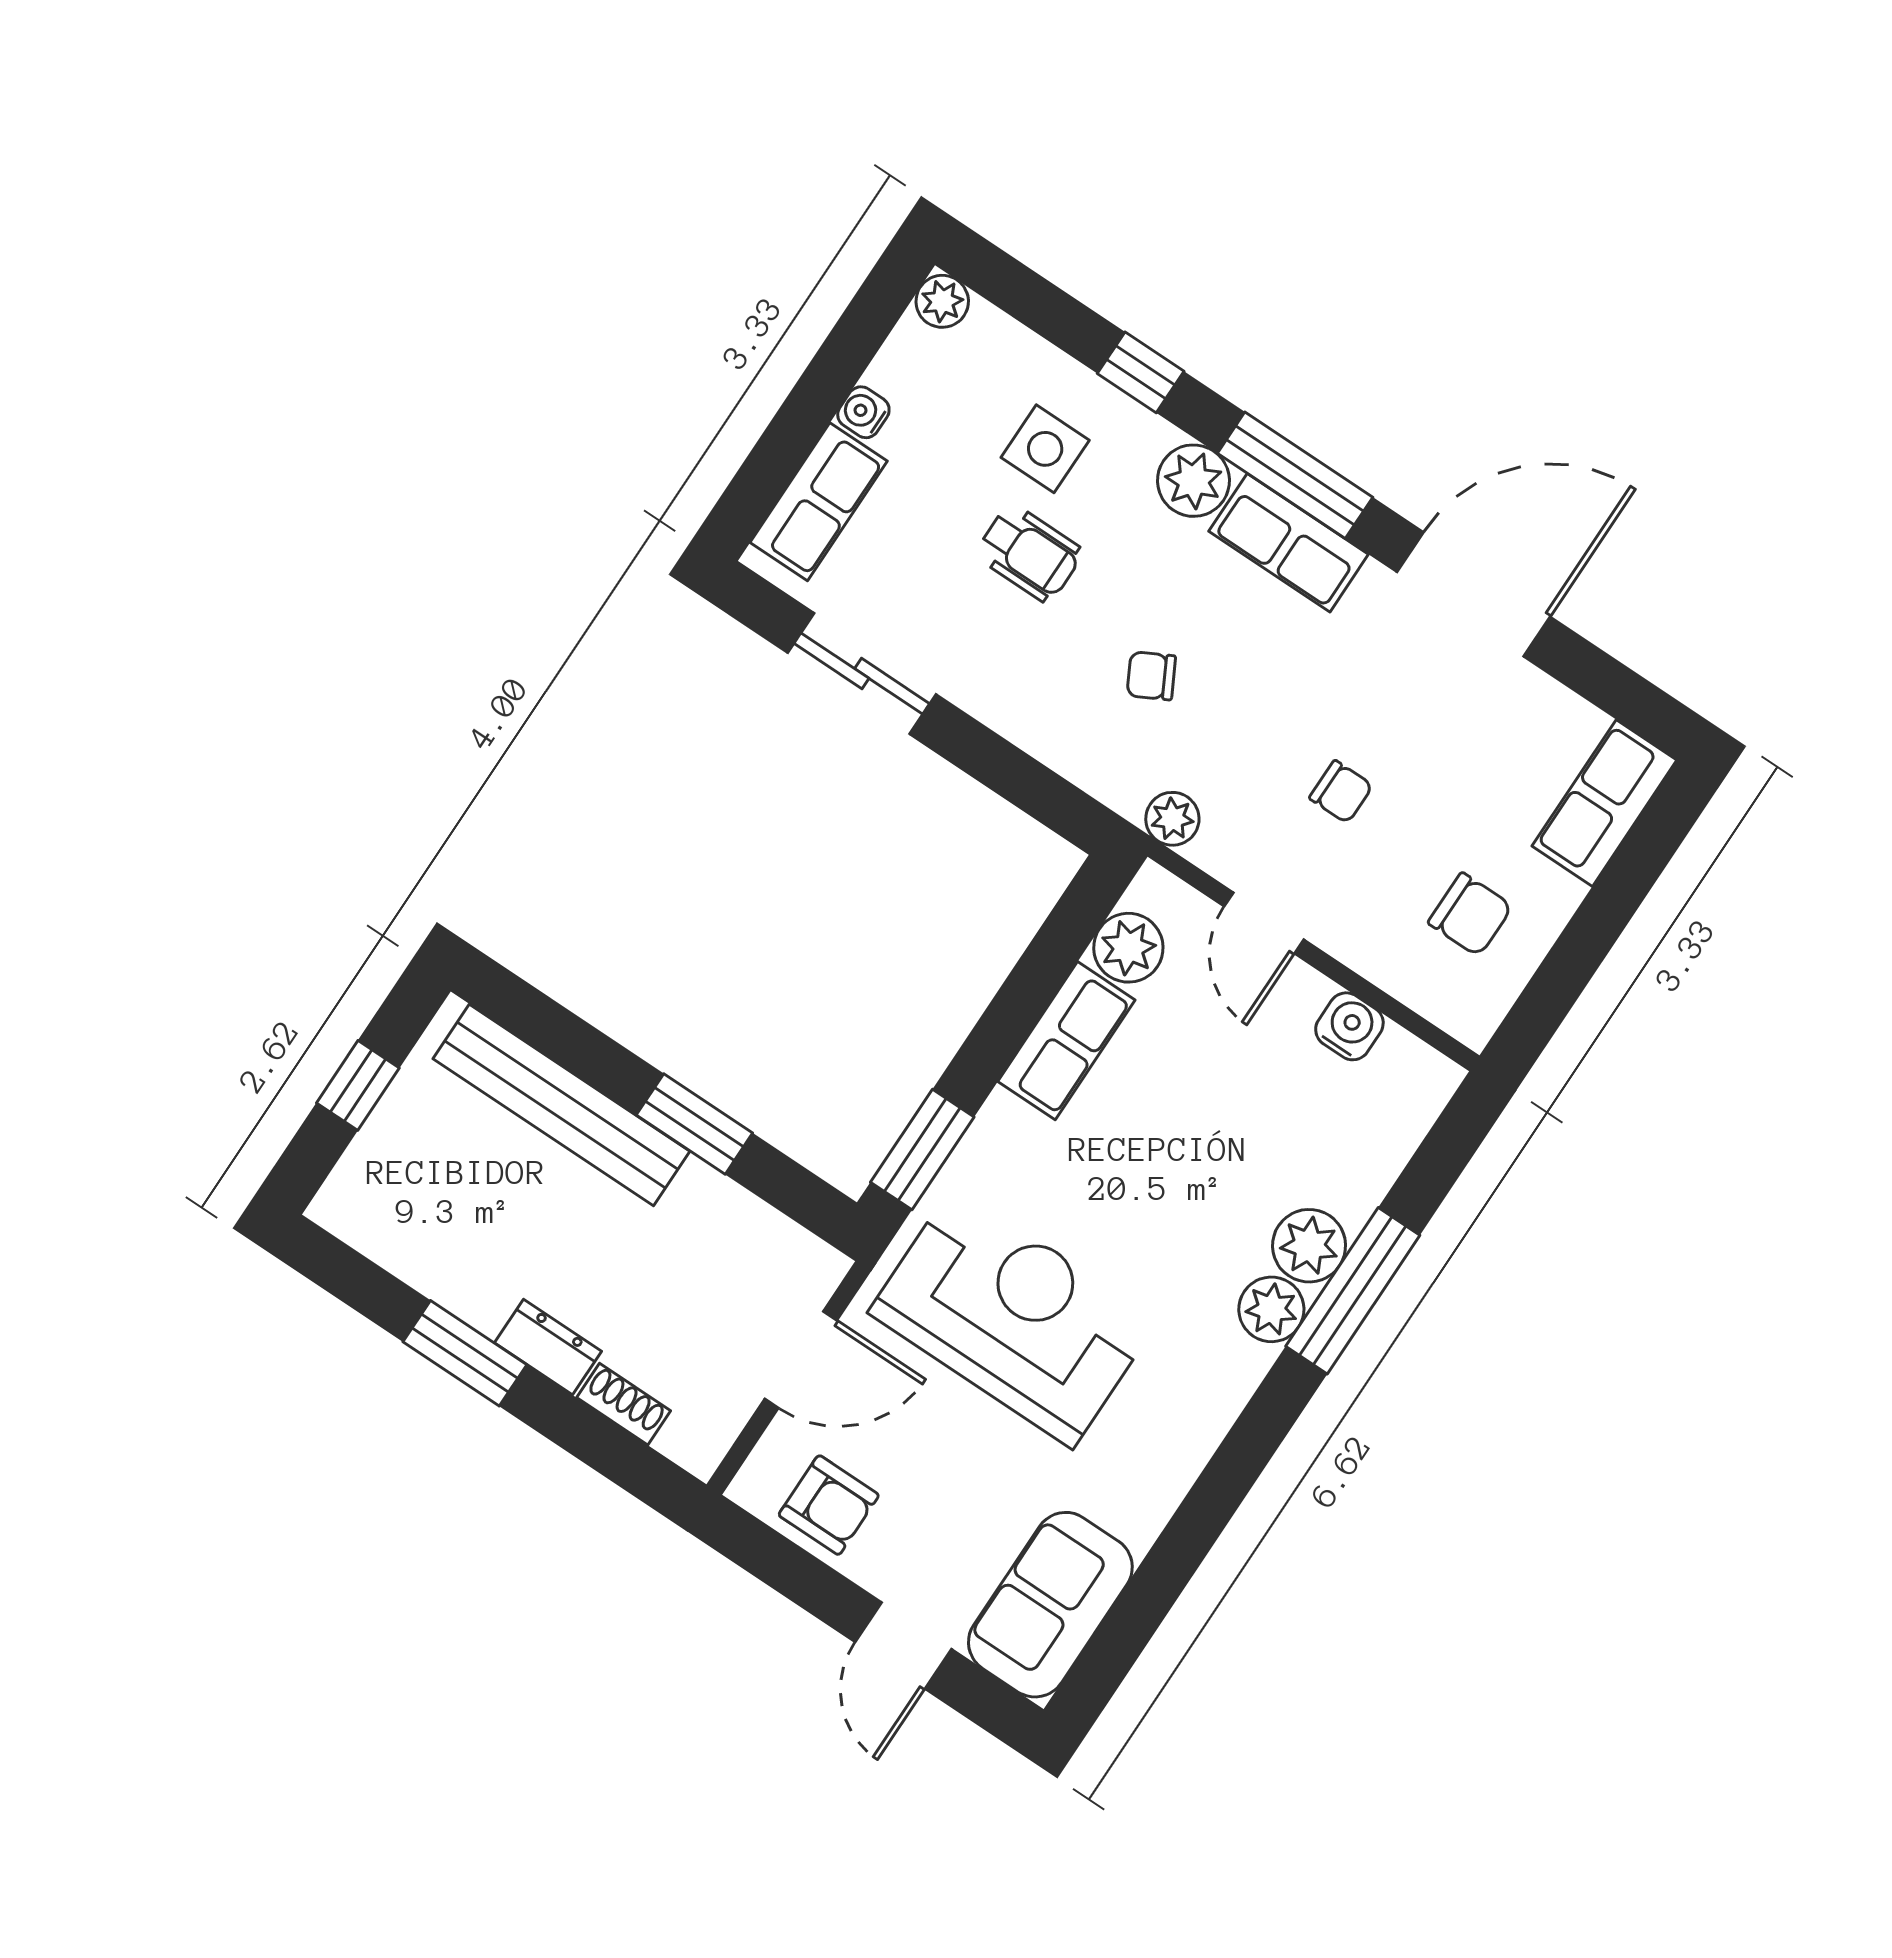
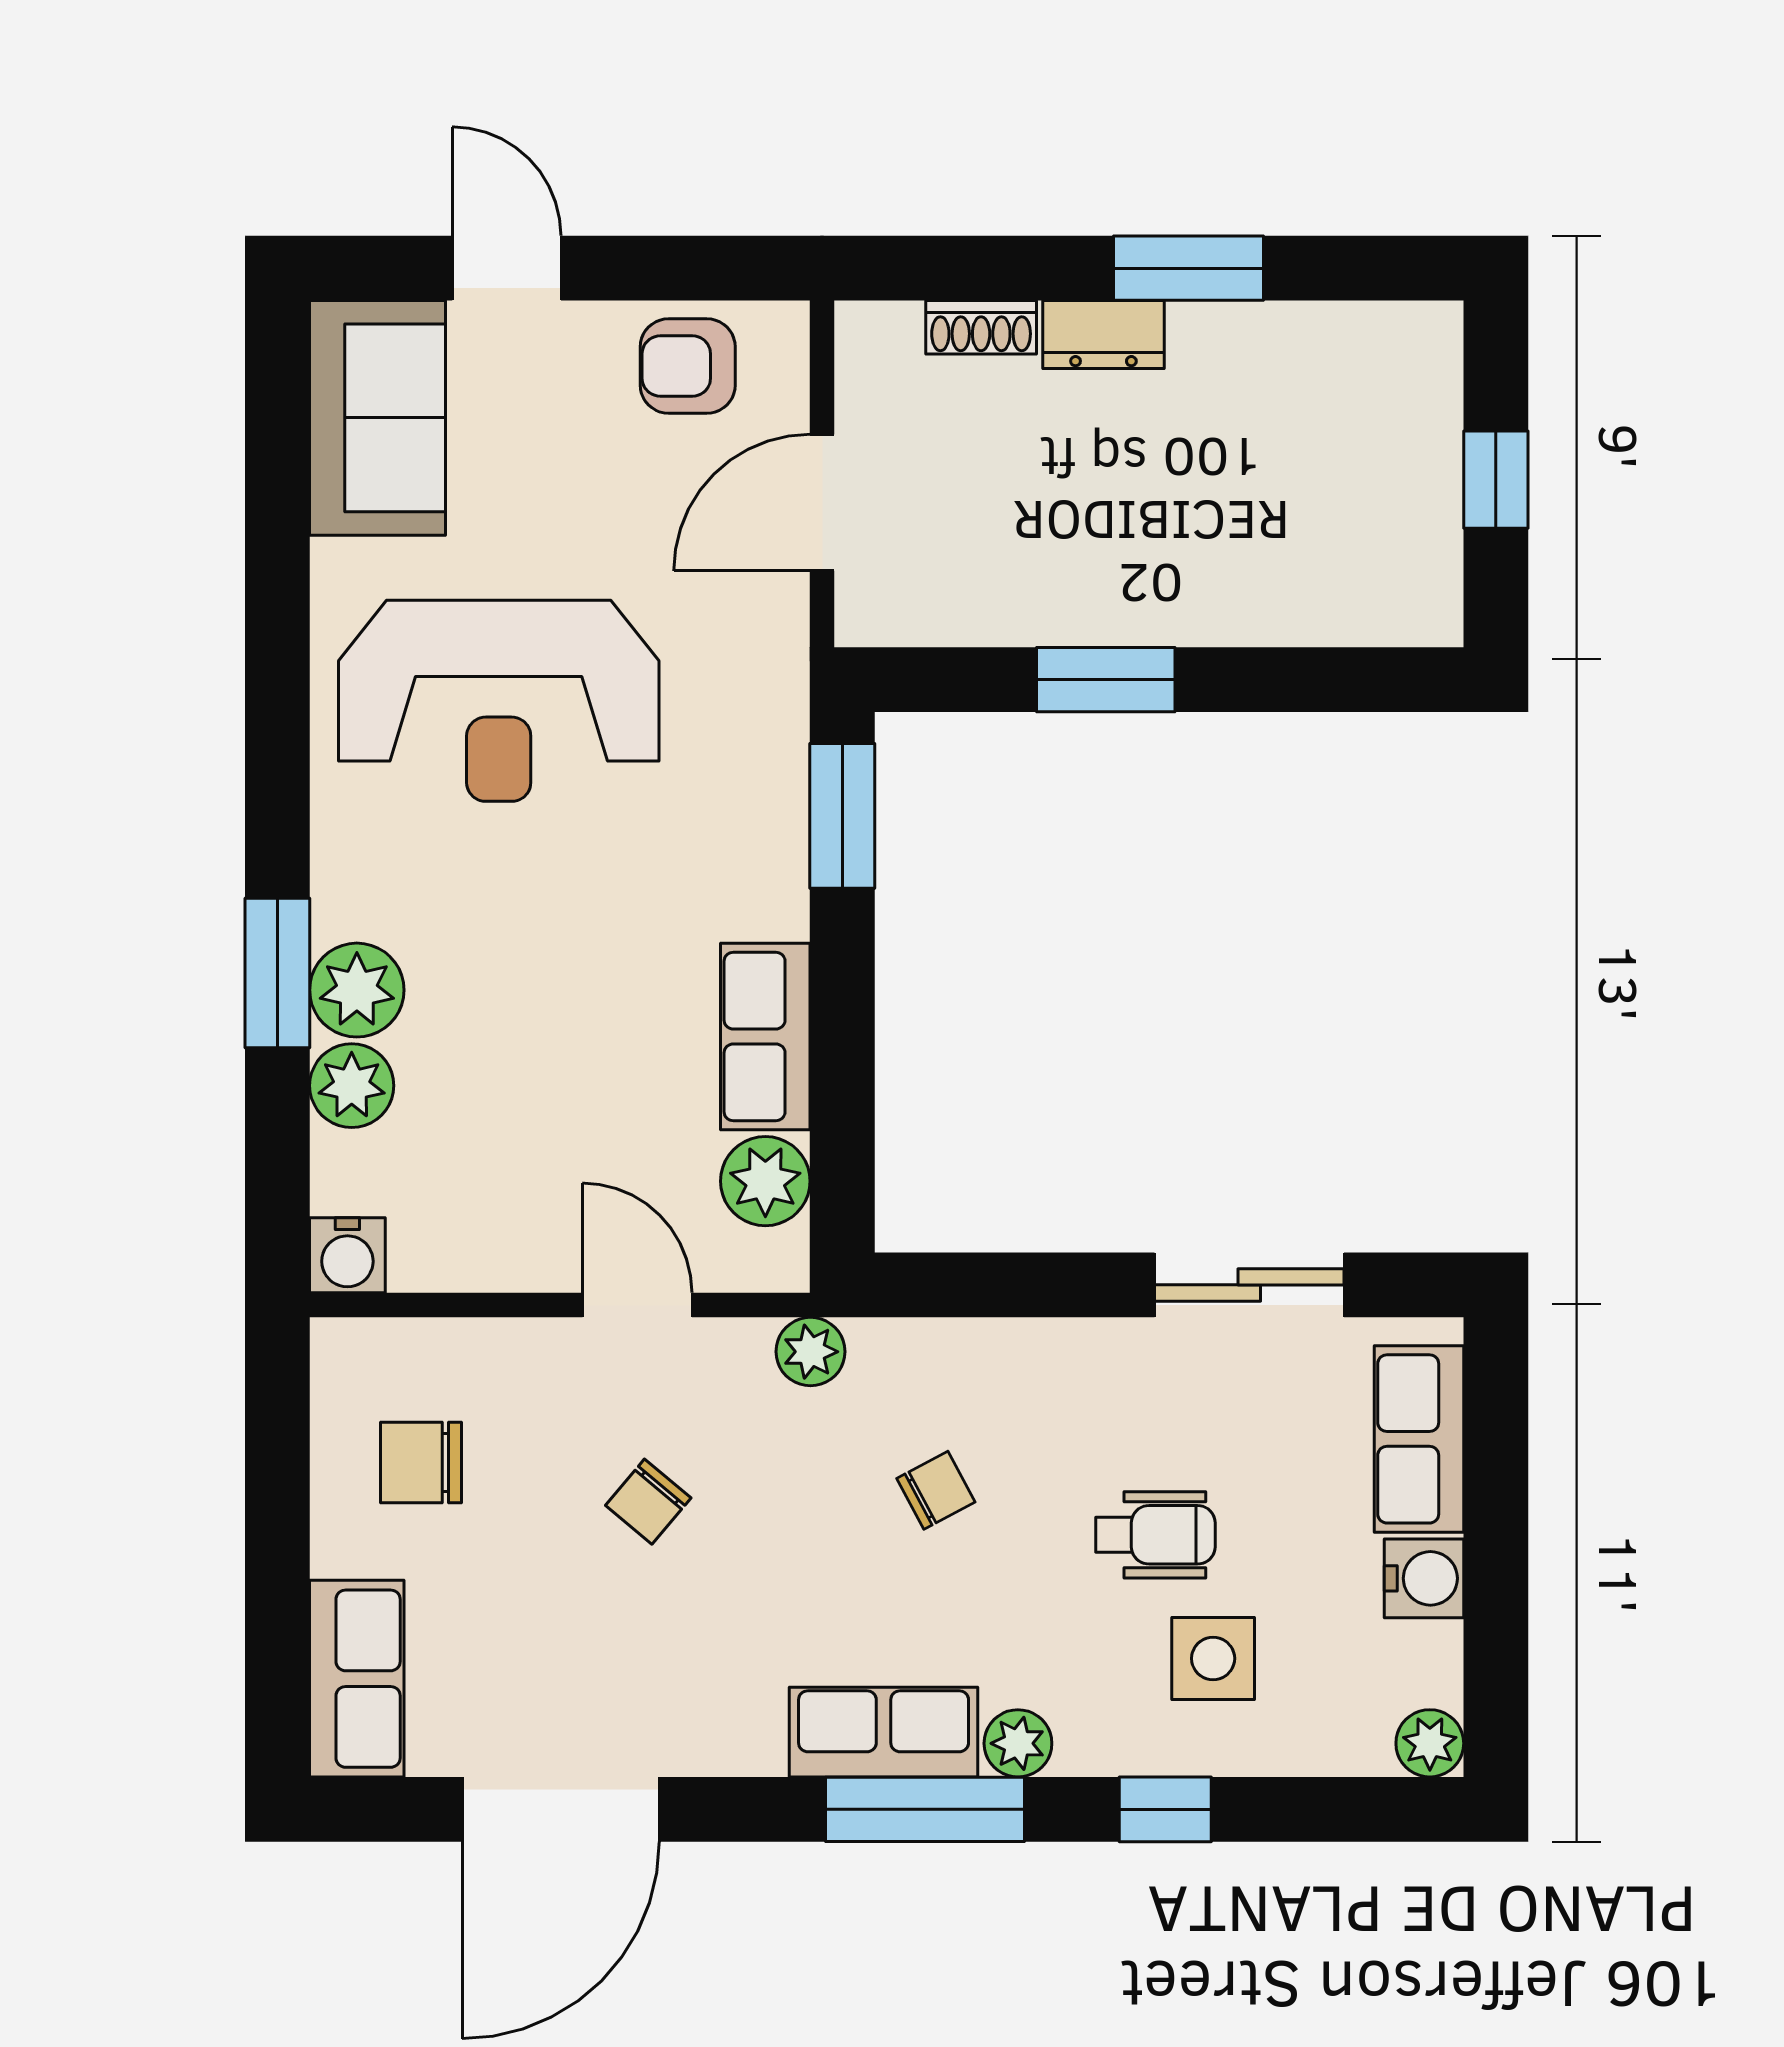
water cooler: (863, 412) -> (1424, 1578), width x1.38, depth x1.38
plant: (1193, 481) -> (1018, 1743), width x0.73, depth x0.73
wheelchair: (1029, 553) -> (1155, 1535), turned 180
door: (1474, 594) -> (561, 1809), moved
chair: (1341, 792) -> (648, 1502), turned -50
water cooler: (1349, 1026) -> (347, 1255), moved
bench: (561, 1105) -> (1263, 605), removed
window: (1353, 1291) -> (277, 973), width x0.69
plant: (1271, 1309) -> (352, 1086), moved
reception desk: (1013, 1317) -> (499, 701), moved

